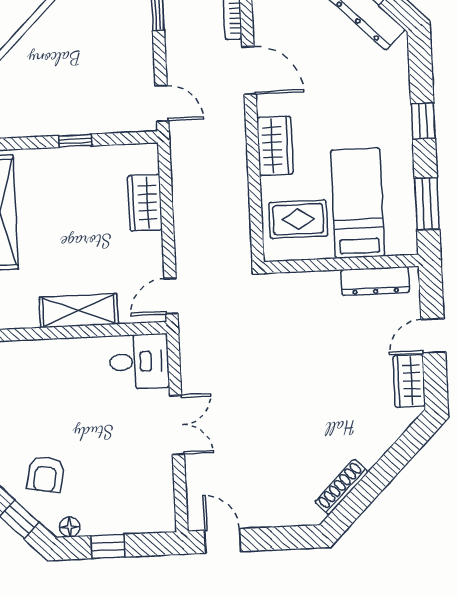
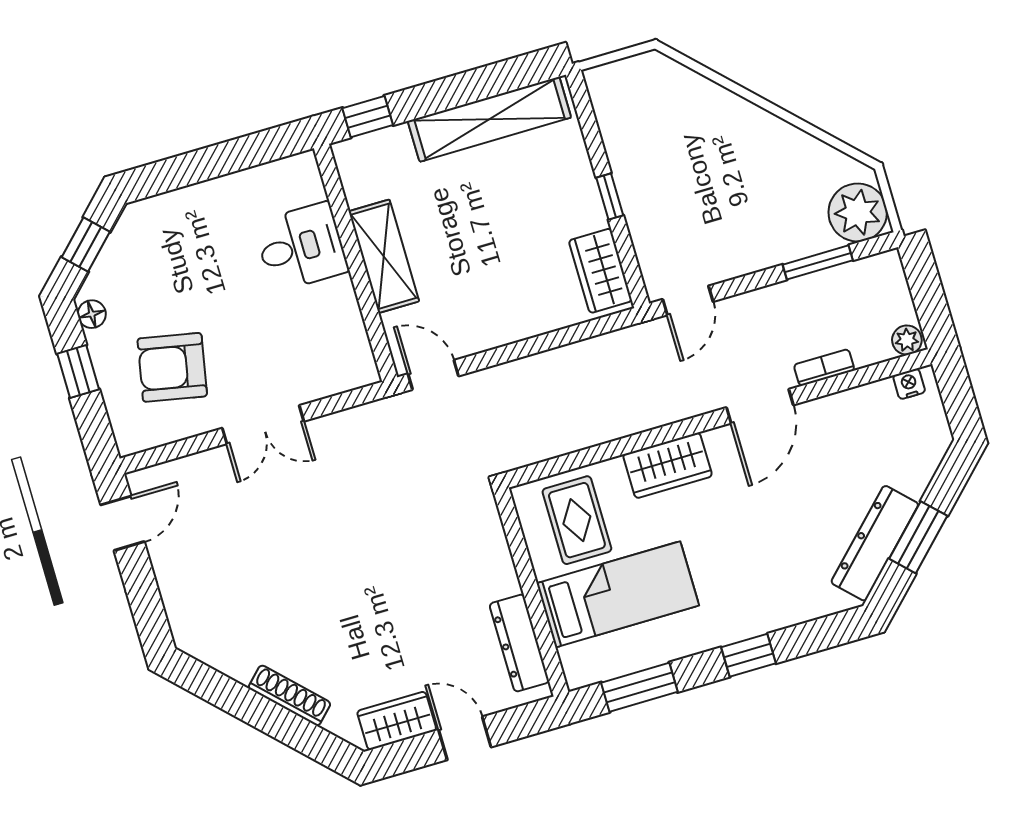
wardrobe: (145, 203) -> (600, 271), moved, turned -90
desk: (139, 362) -> (301, 247), moved, turned -90
armchair: (46, 474) -> (172, 367), moved, width x1.38, depth x1.38
shoe rack: (342, 487) -> (289, 696), moved

